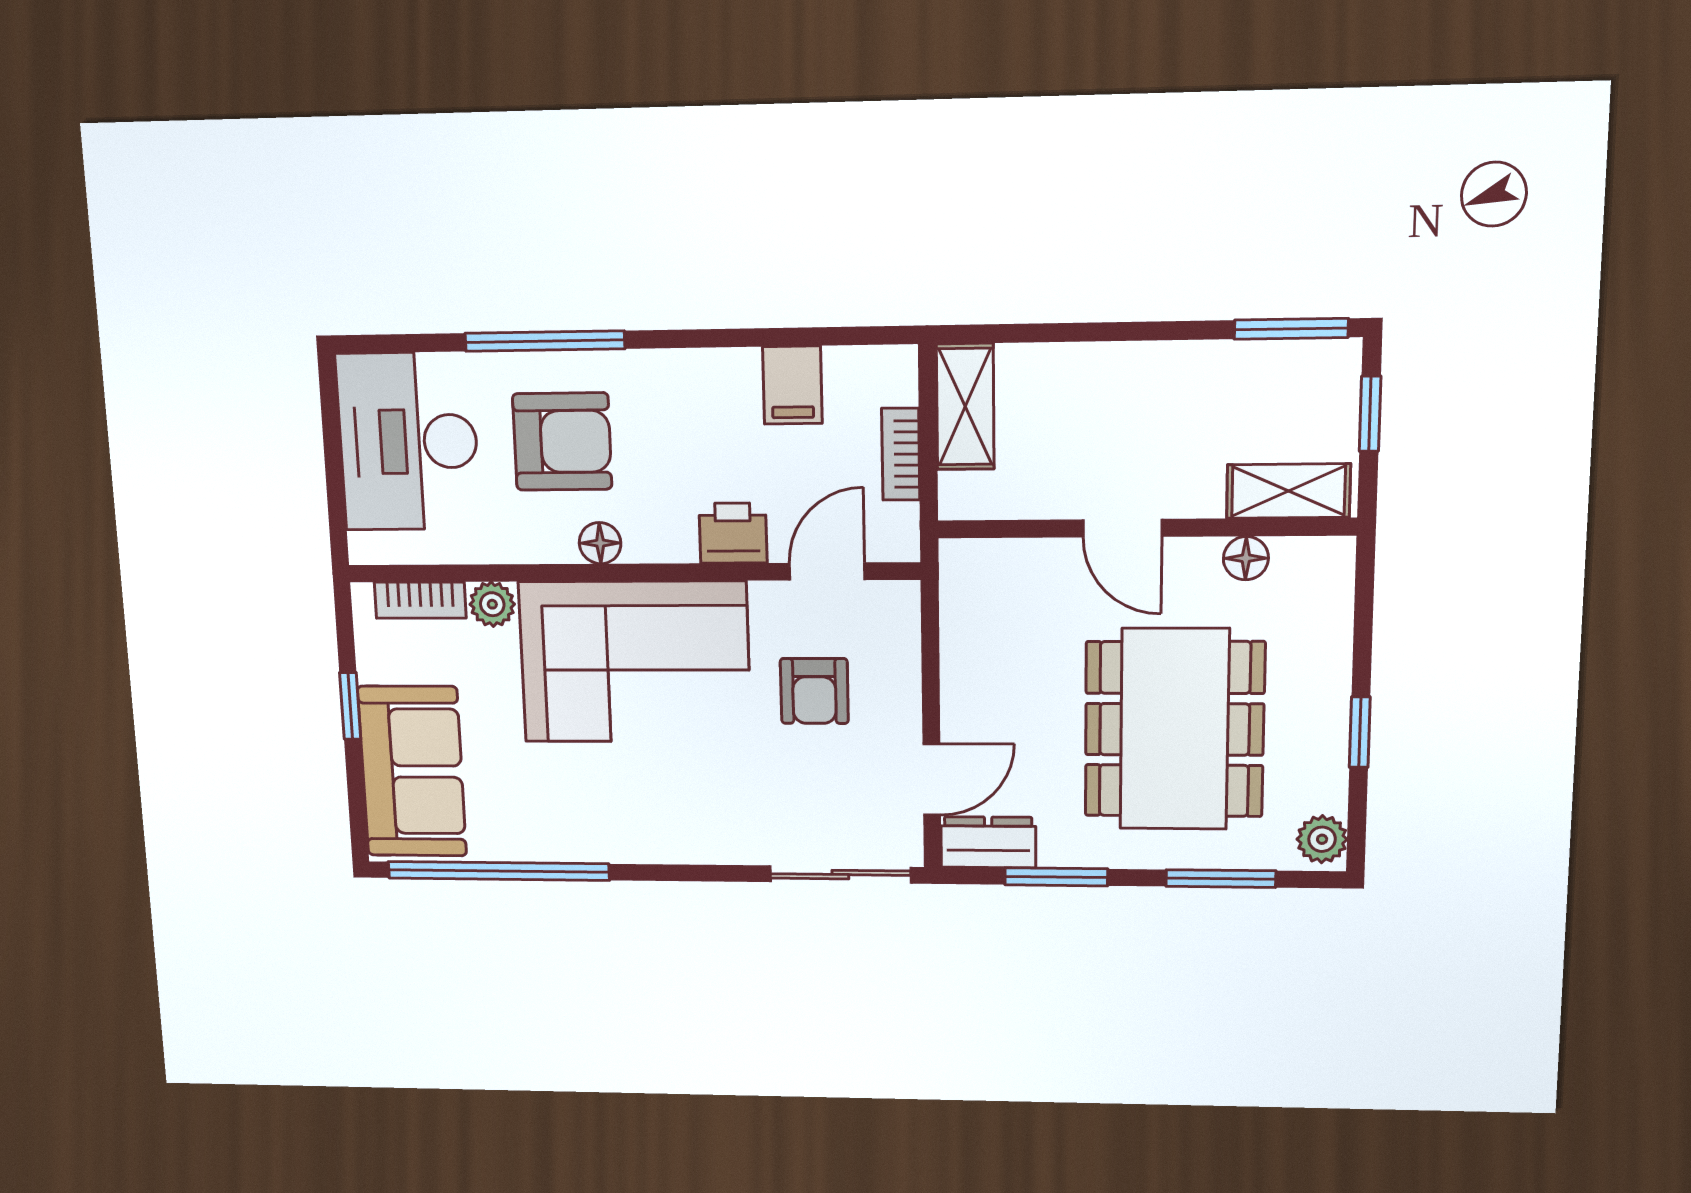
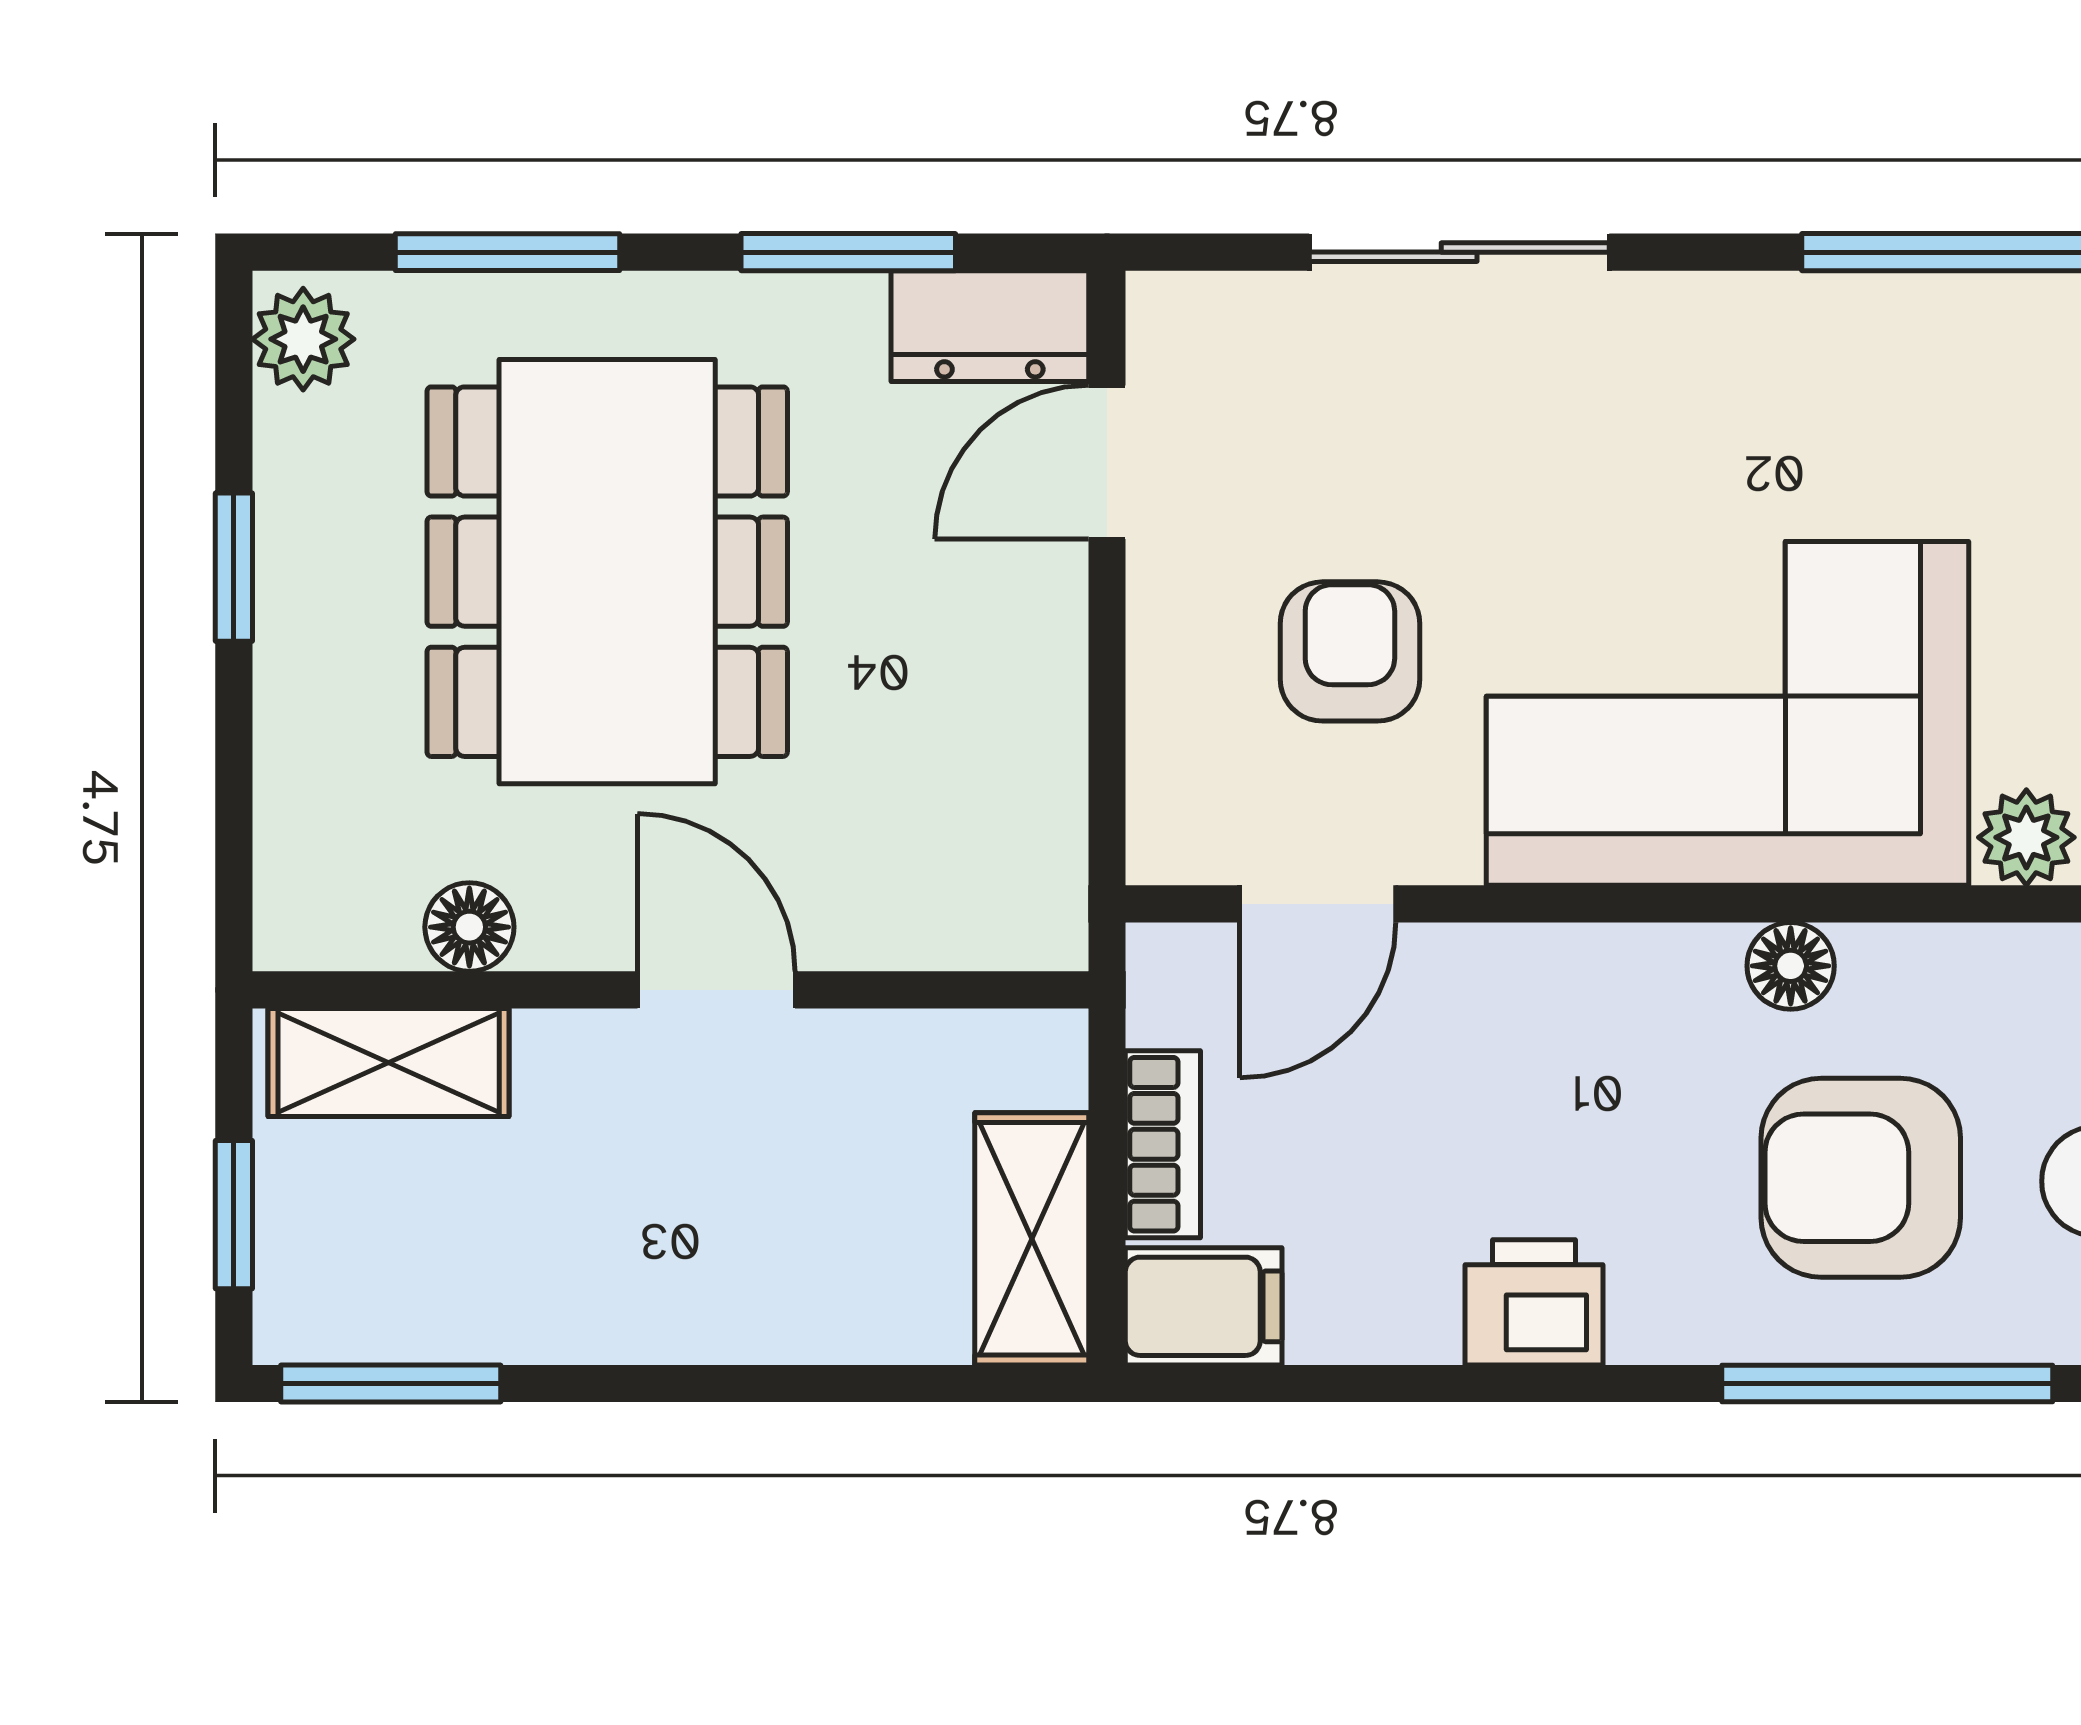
filing cabinet: (792, 385) -> (1204, 1306), moved, turned 90
printer: (733, 533) -> (1534, 1302), moved, turned 180
sliding door: (840, 875) -> (1459, 252), moved

